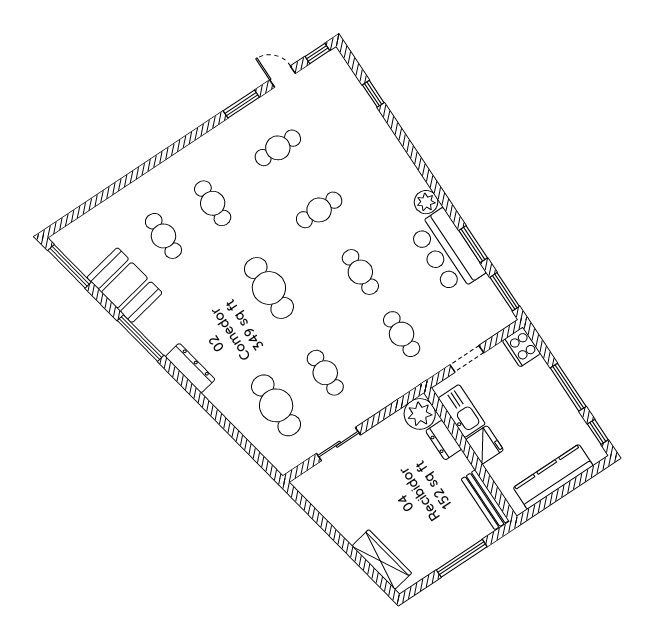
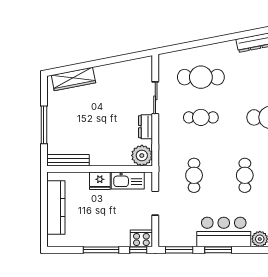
cafe table: (360, 272) -> (245, 175), turned 90
cafe table: (402, 334) -> (194, 175), turned 90
window: (598, 432) -> (138, 250), moved
dresser: (444, 440) -> (146, 127), moved, turned -90

